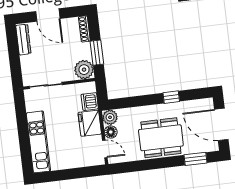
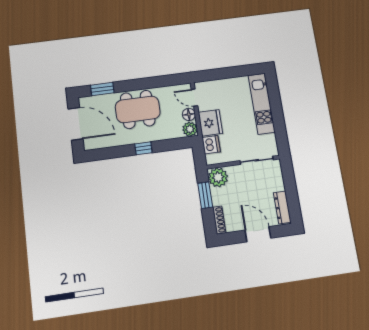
window: (171, 97) -> (143, 148), moved

